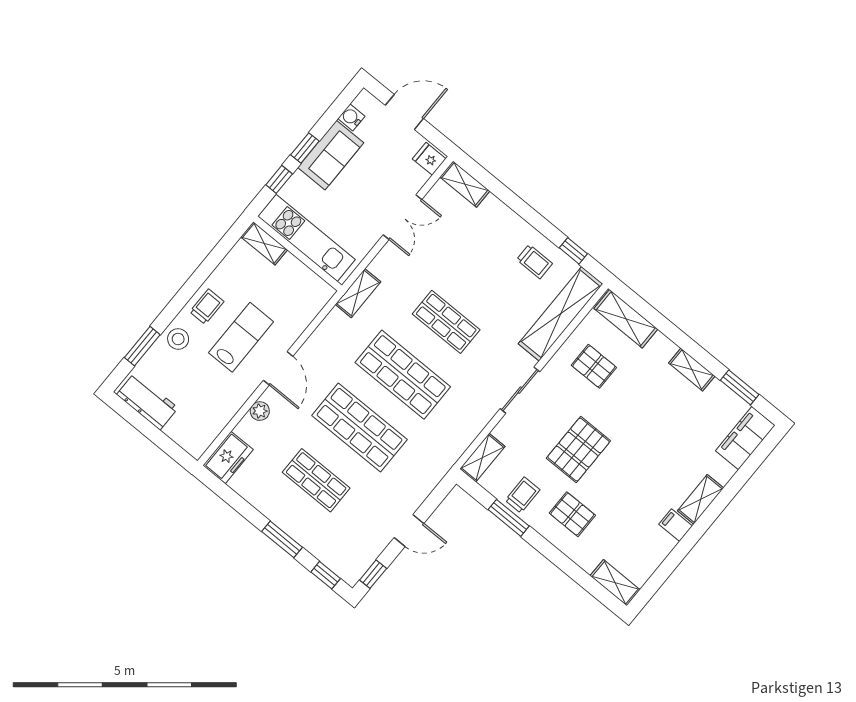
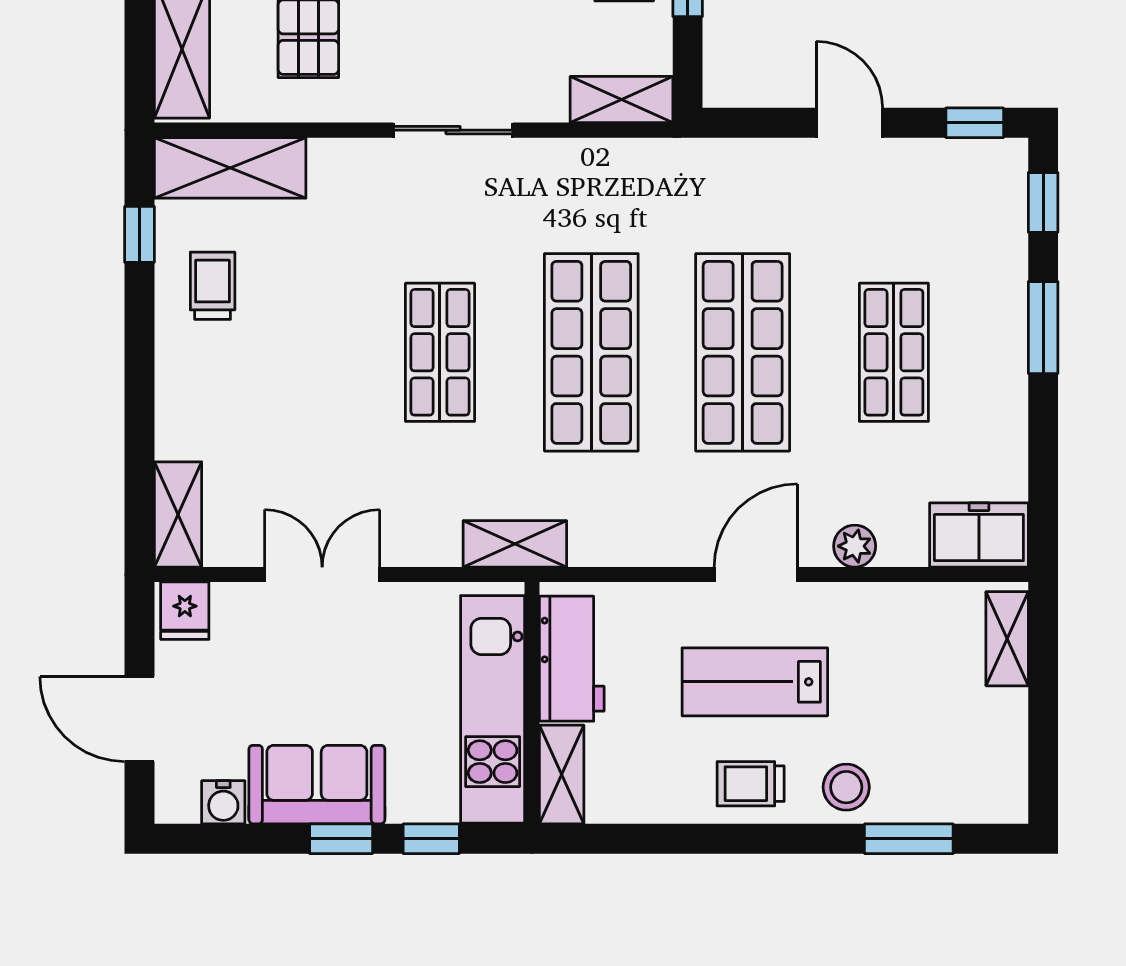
shelving: (561, 314) -> (230, 168), width x0.68
workbench: (147, 401) -> (572, 659), moved, turned 180
shelving: (184, 438) -> (1007, 639), added

